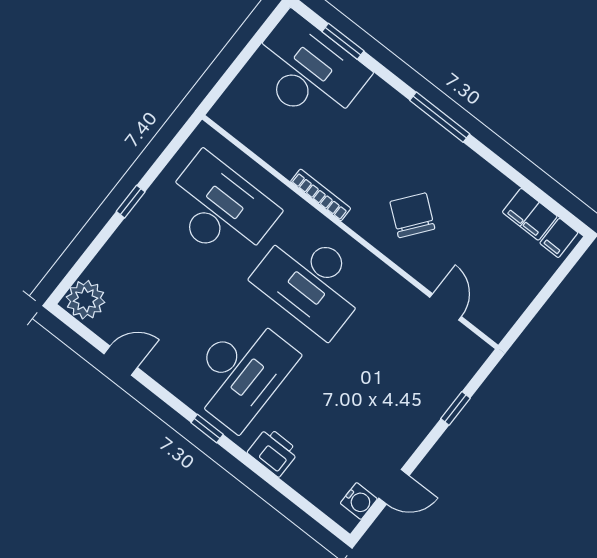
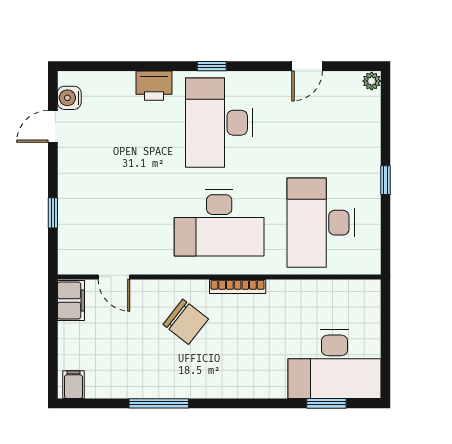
window: (440, 117) -> (159, 403), moved
bookcase: (321, 195) -> (238, 286), moved
desk: (220, 209) -> (321, 223), turned 90
filing cabinet: (530, 214) -> (71, 300), moved, turned 90
desk: (312, 281) -> (219, 223), turned 180
plant: (86, 300) -> (372, 81), width x0.53, depth x0.53

